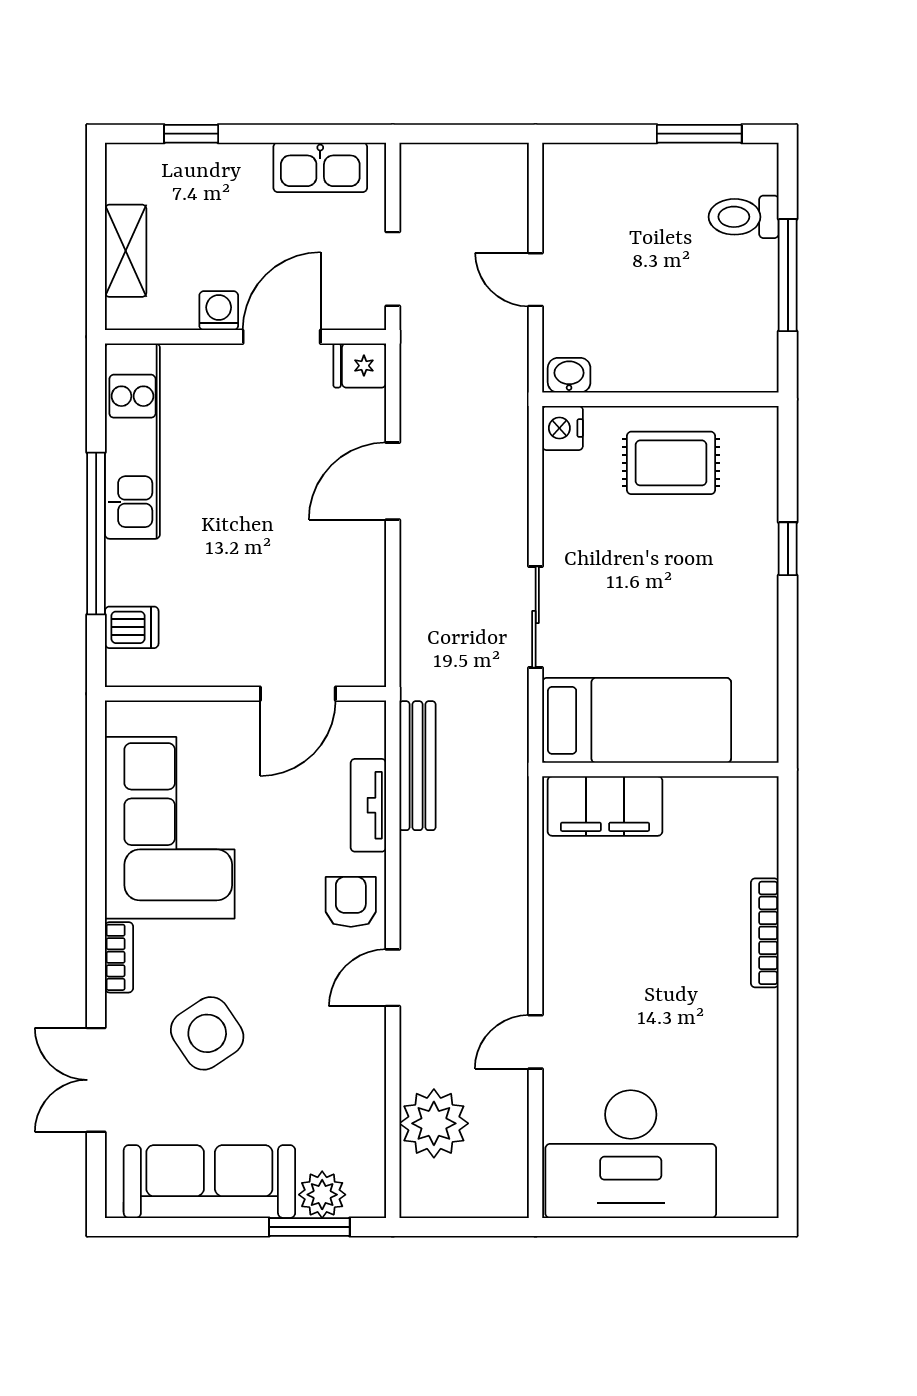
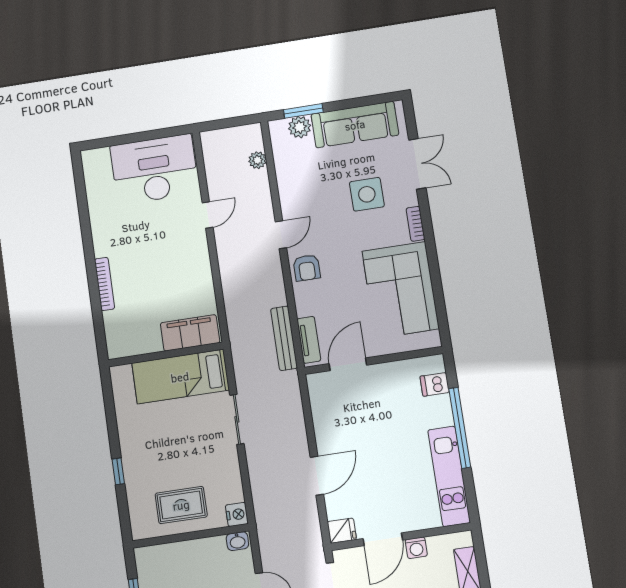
tv unit: (368, 805) -> (309, 340), moved
side table: (207, 1033) -> (367, 194), turned 34
plant: (434, 1123) -> (257, 160), width x0.53, depth x0.53

